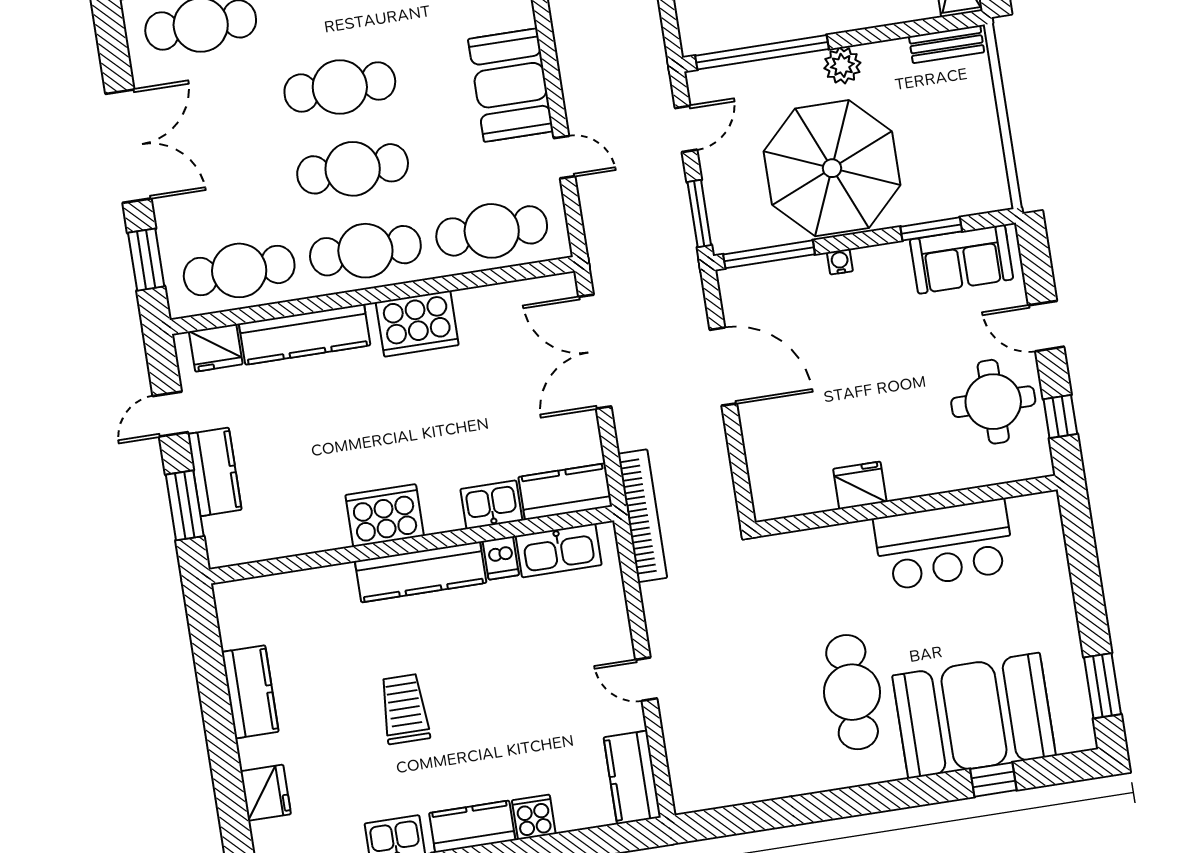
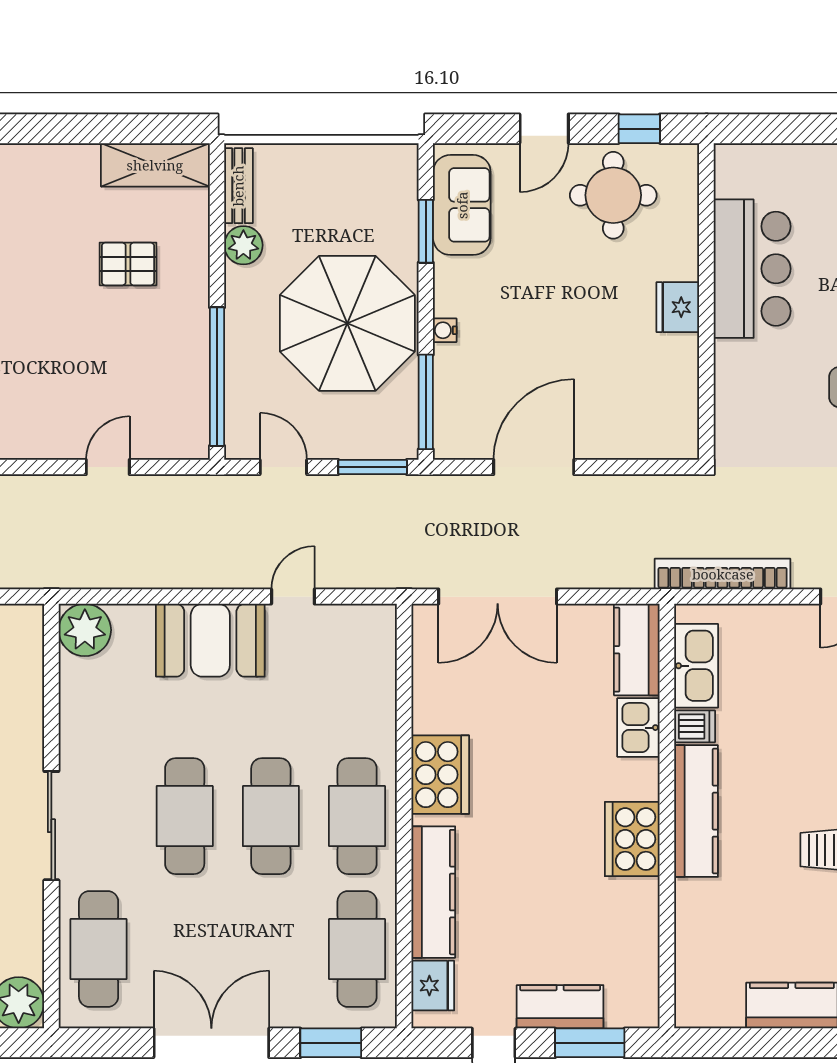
plant: (842, 65) -> (243, 245), moved
cafe table: (492, 231) -> (357, 683), removed
fridge: (860, 485) -> (678, 307), moved
bookcase: (643, 516) -> (723, 574), moved

